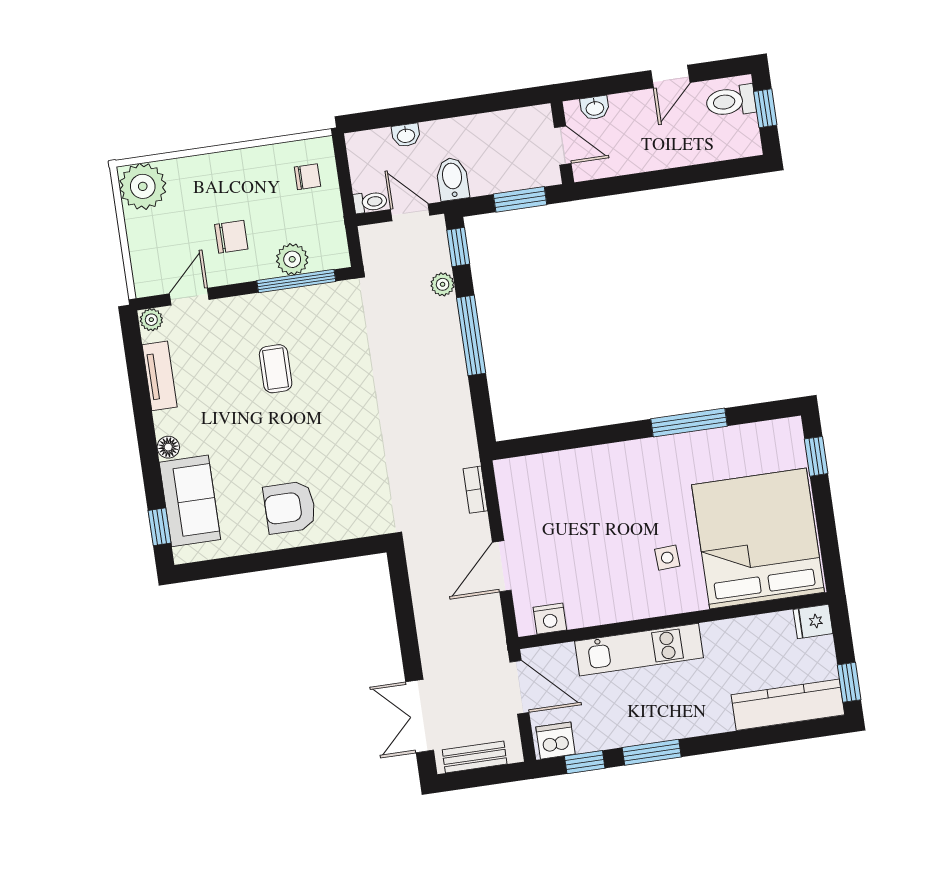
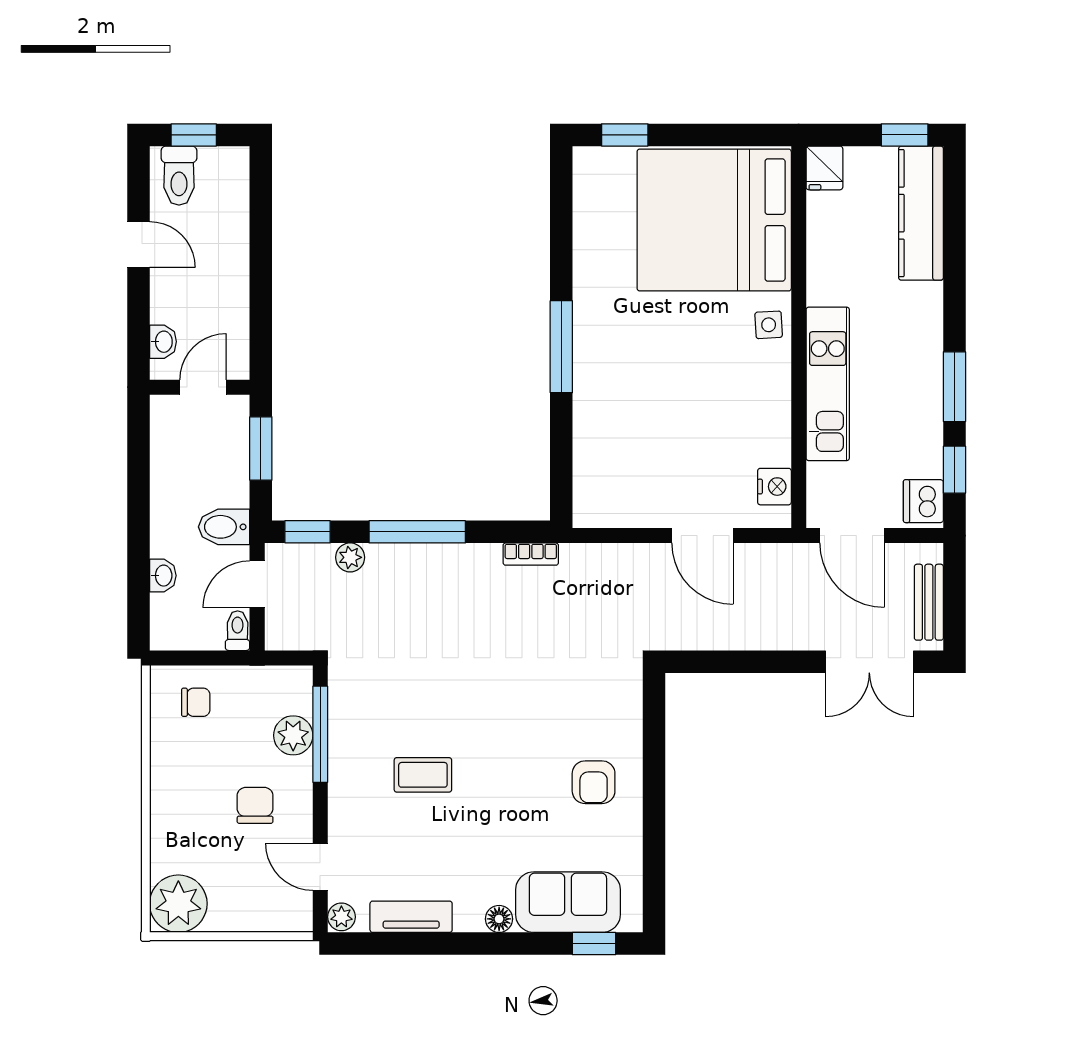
chair: (307, 177) -> (196, 702), turned 90
window: (689, 423) -> (561, 347), moved
bookcase: (475, 490) -> (531, 554), moved
armchair: (290, 507) -> (594, 782), width x0.72, depth x0.72
side table: (667, 558) -> (769, 325), moved
door: (519, 687) -> (852, 536), swing flipped

